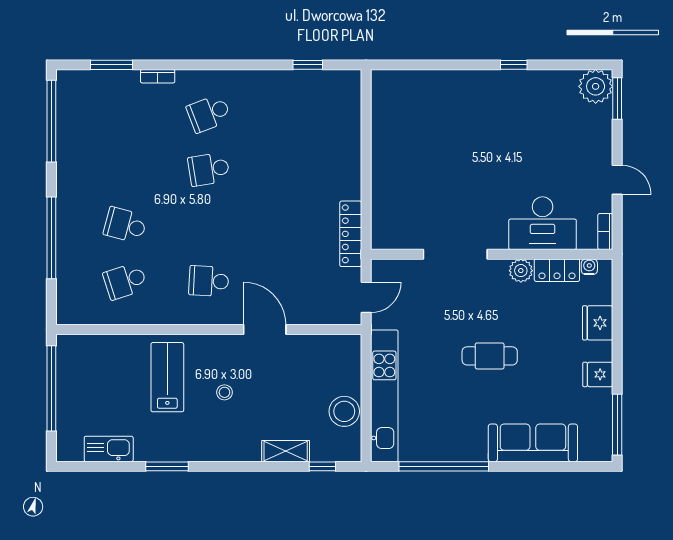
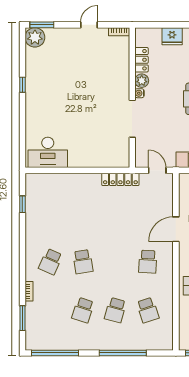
school desk: (209, 113) -> (51, 262), turned 45
school desk: (125, 169) -> (83, 310), added
desk: (543, 223) -> (48, 152), moved, turned 90
water cooler: (589, 267) -> (139, 93), moved

